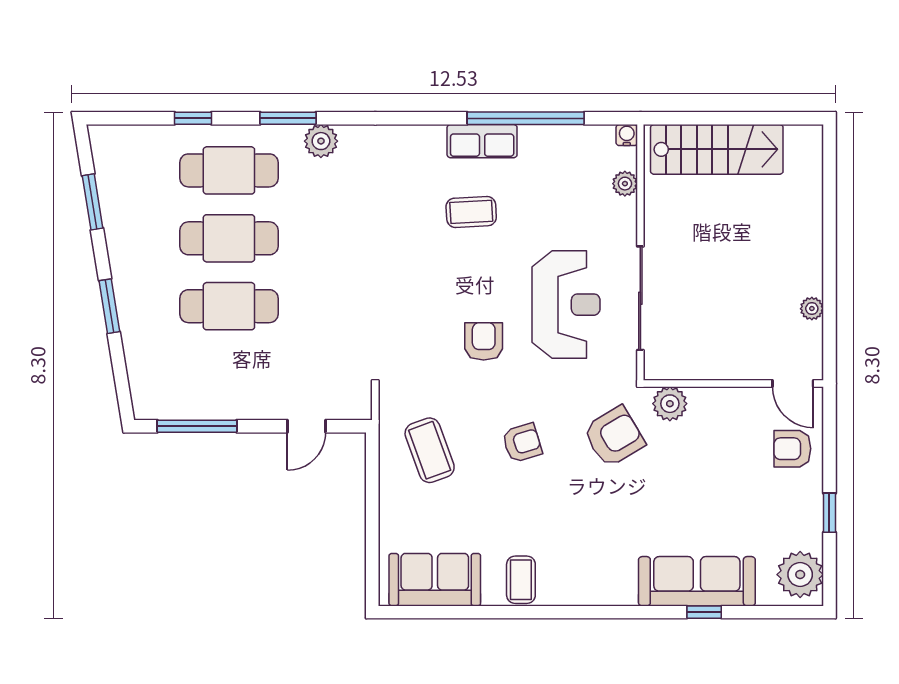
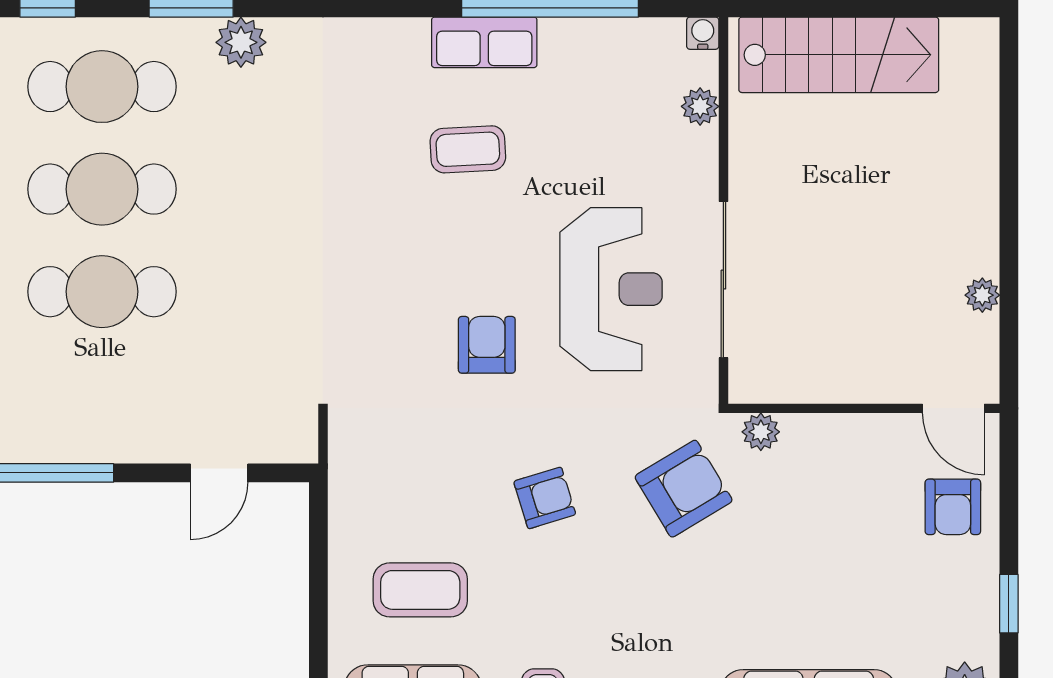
plant: (670, 404) -> (761, 432), width x0.73, depth x0.73
armchair: (792, 449) -> (953, 507), turned -90
coffee table: (430, 450) -> (420, 590), moved, turned -70

